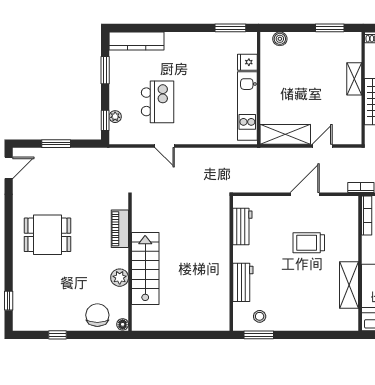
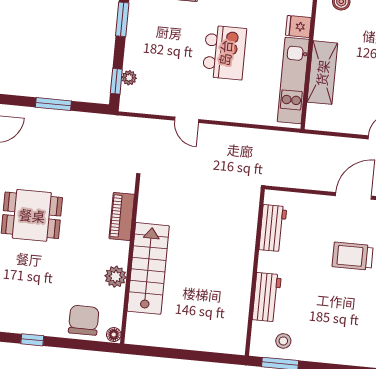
kitchen island: (158, 102) -> (225, 53), moved
shelving: (285, 134) -> (322, 73), moved, turned 90

